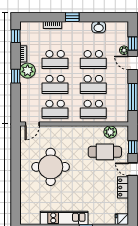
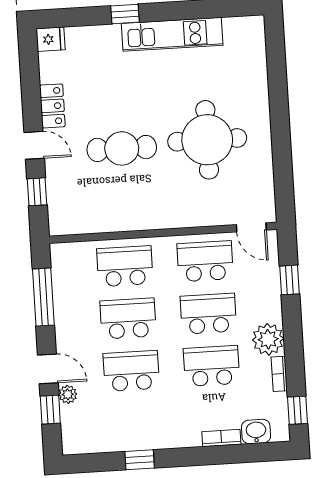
window: (72, 17) -> (140, 460), moved
washbasin: (99, 27) -> (256, 432), moved
window: (16, 76) -> (290, 280), moved
door: (32, 124) -> (251, 227), swing flipped
plant: (110, 132) -> (86, 221), removed
cafe table: (105, 152) -> (122, 148), moved

